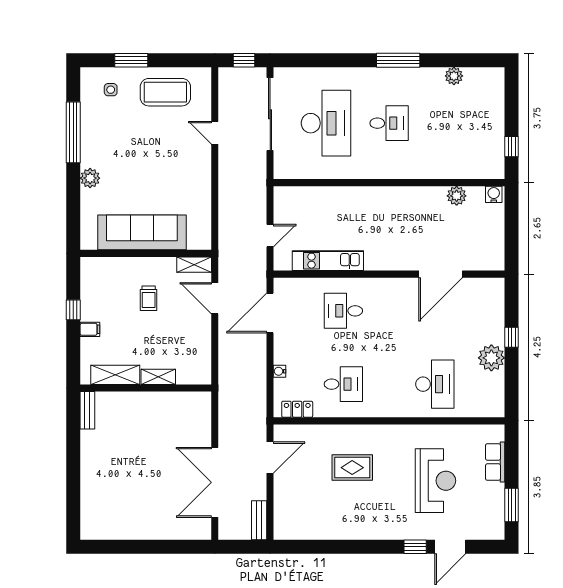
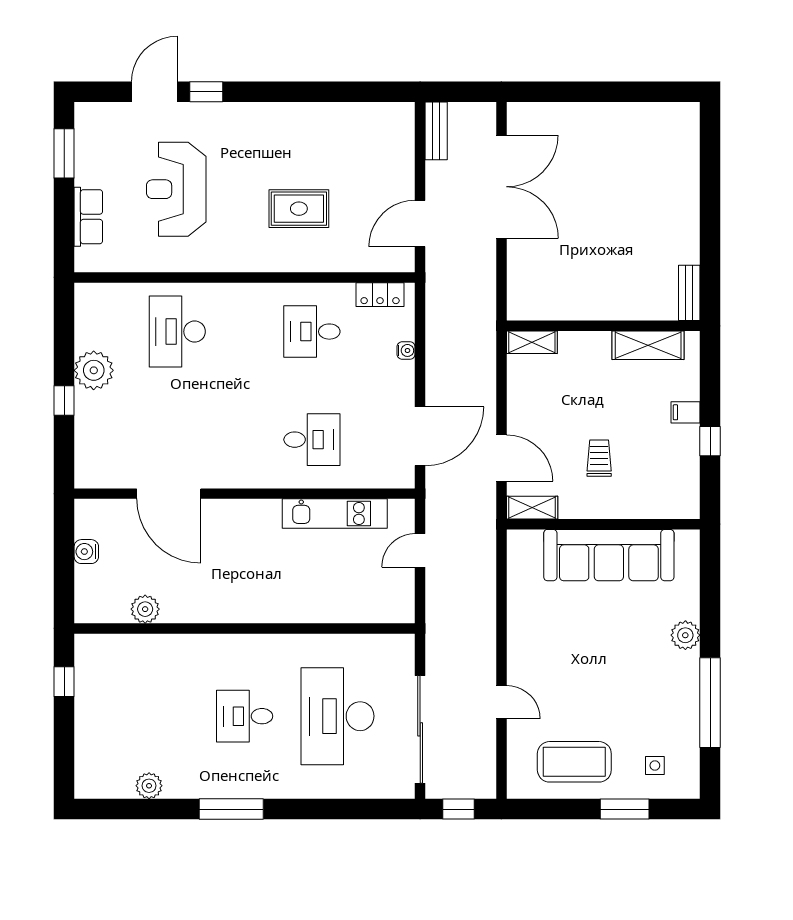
water cooler: (494, 194) -> (86, 552), moved, turned 90
door: (441, 274) -> (169, 494), swing flipped
shelving: (158, 377) -> (532, 342), moved

